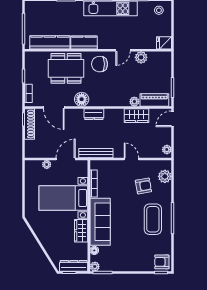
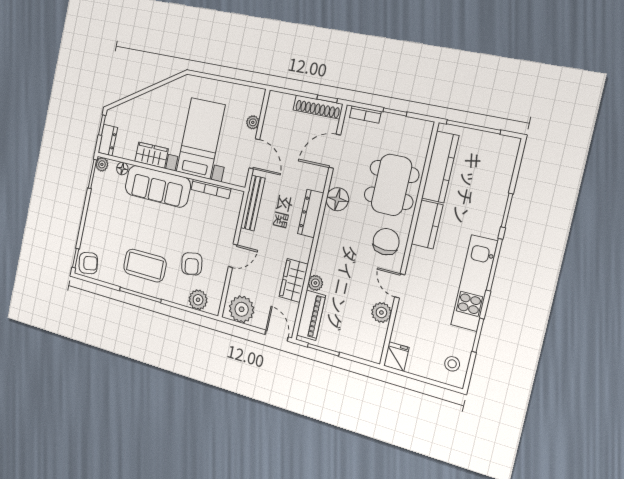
dresser: (94, 114) -> (311, 213), width x1.44
plant: (167, 150) -> (242, 309), width x1.88, depth x1.88
armchair: (162, 262) -> (88, 263), turned 80
dresser: (74, 266) -> (108, 140), width x0.70

